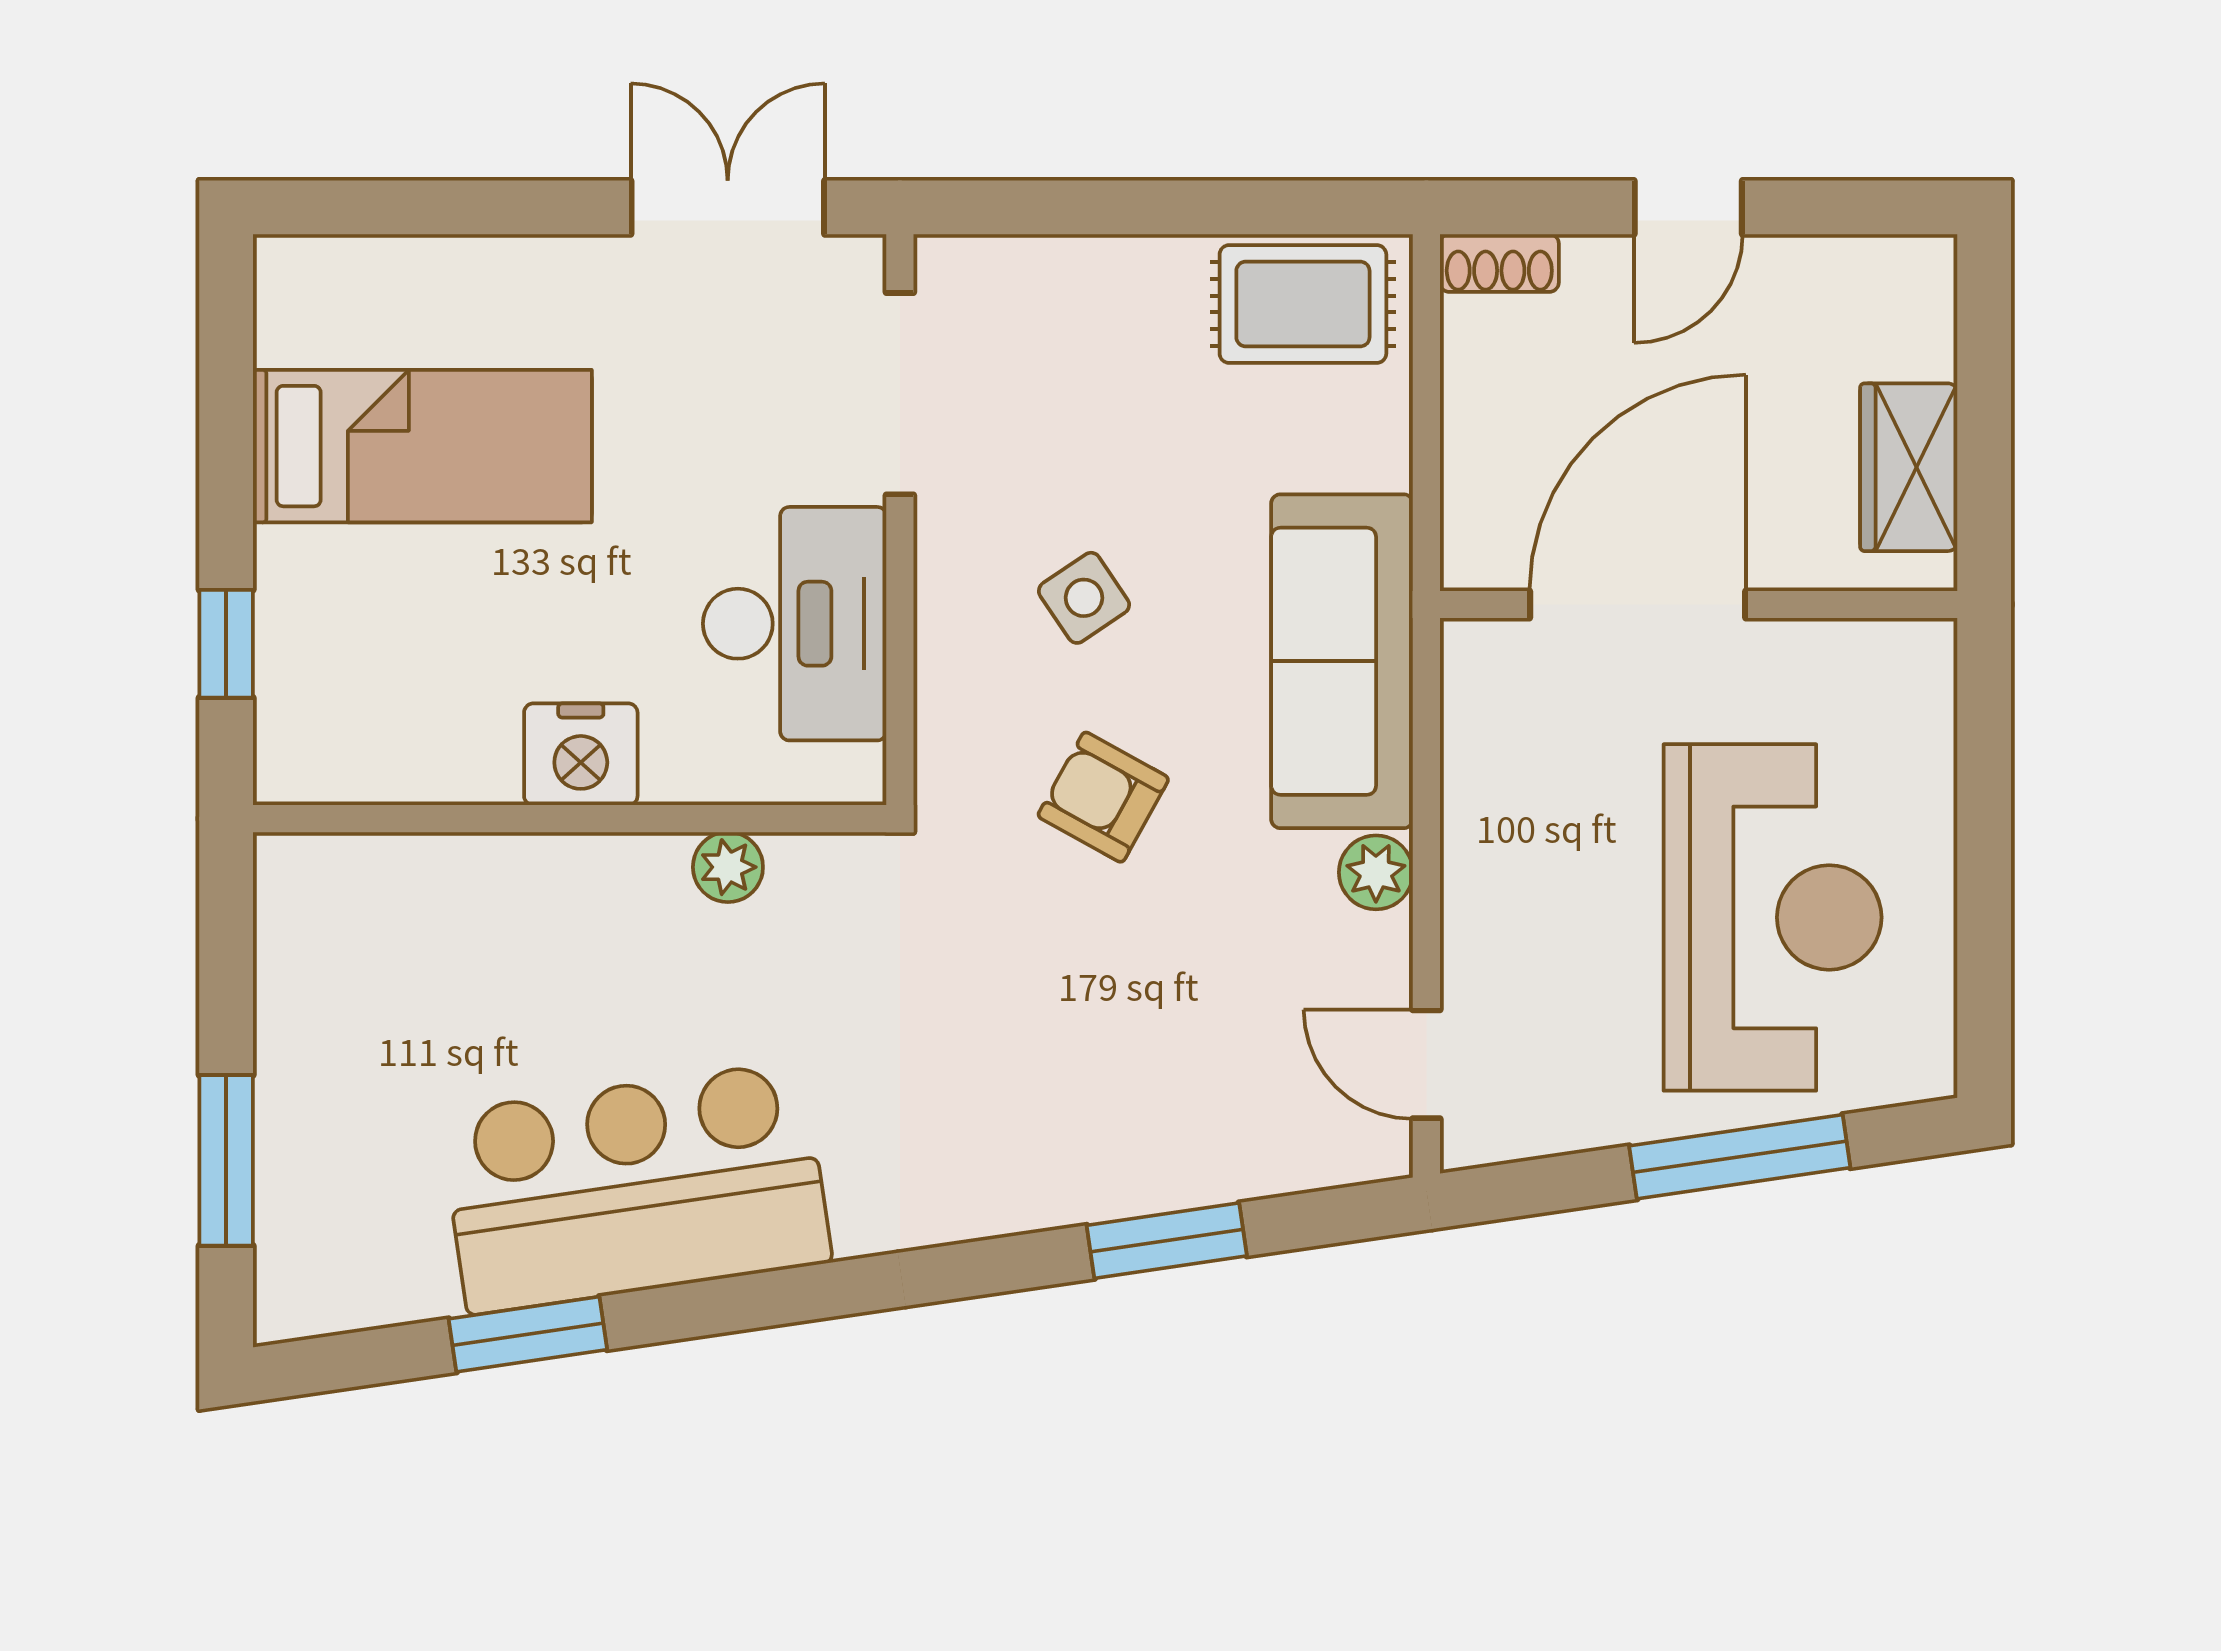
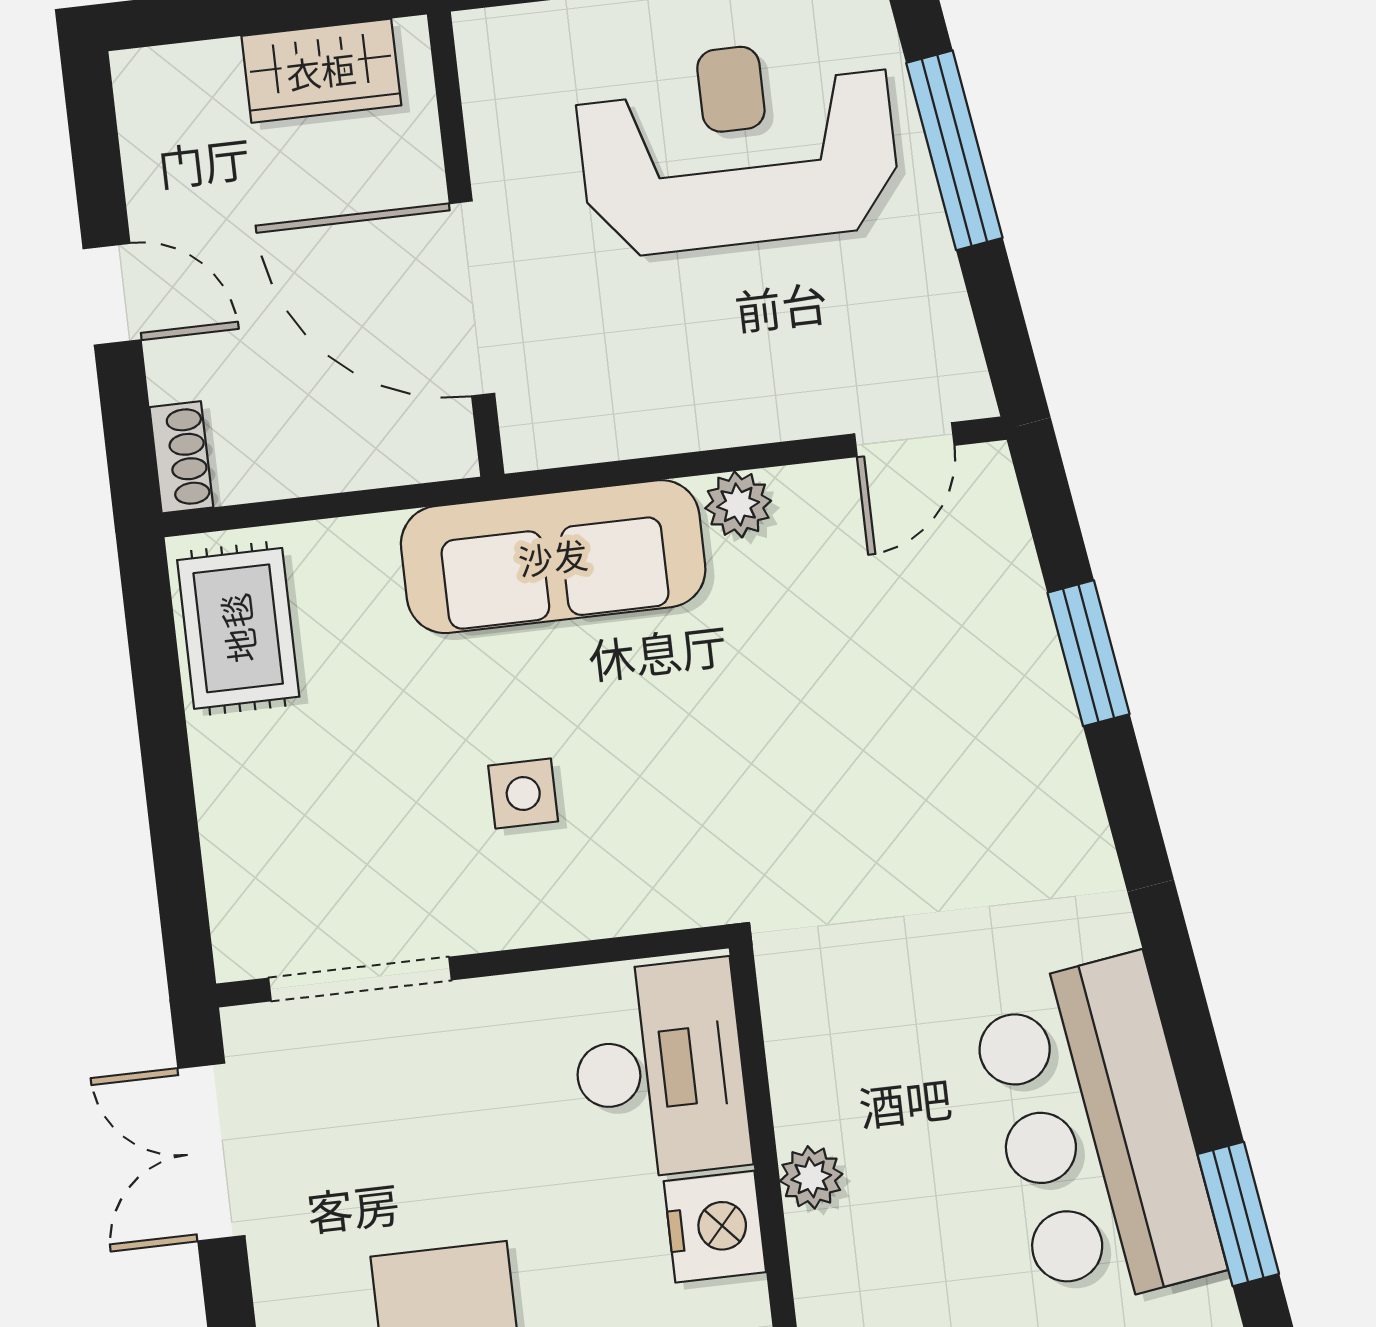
side table: (1084, 598) -> (523, 794), turned 34
desk: (795, 624) -> (660, 1070), moved, turned 90
armchair: (1103, 797) -> (699, 756), removed
plant: (728, 867) -> (811, 1177), moved

